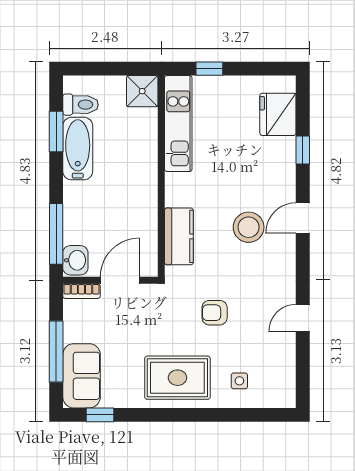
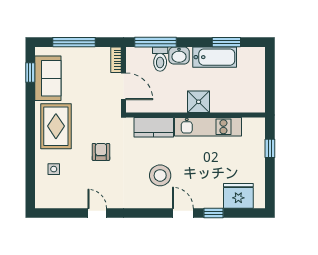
shower: (142, 91) -> (199, 102), moved
toilet: (81, 105) -> (160, 59), moved
kitchen unit: (178, 124) -> (208, 127), moved
door: (303, 218) -> (183, 213), moved
washbasin: (75, 260) -> (179, 56), moved
sofa: (82, 376) -> (48, 78), moved, turned -90

